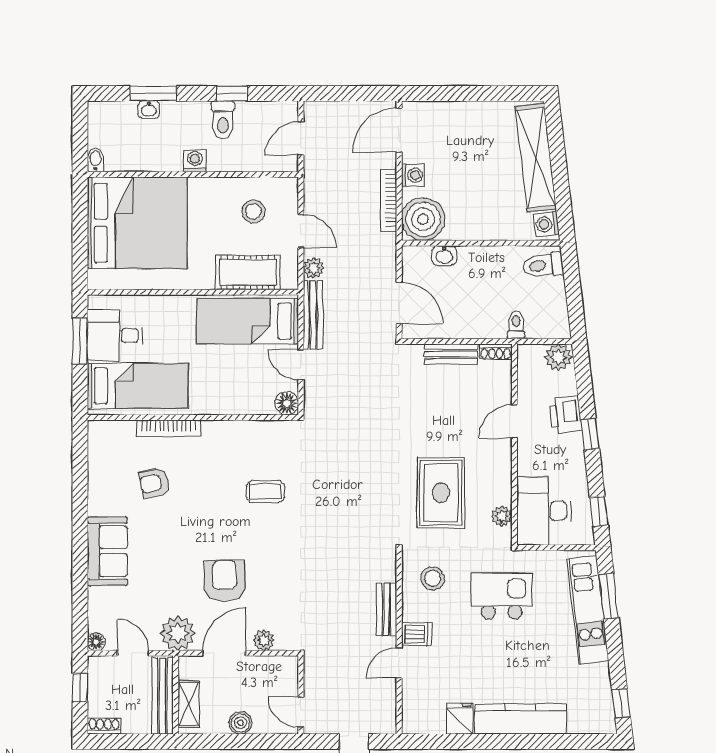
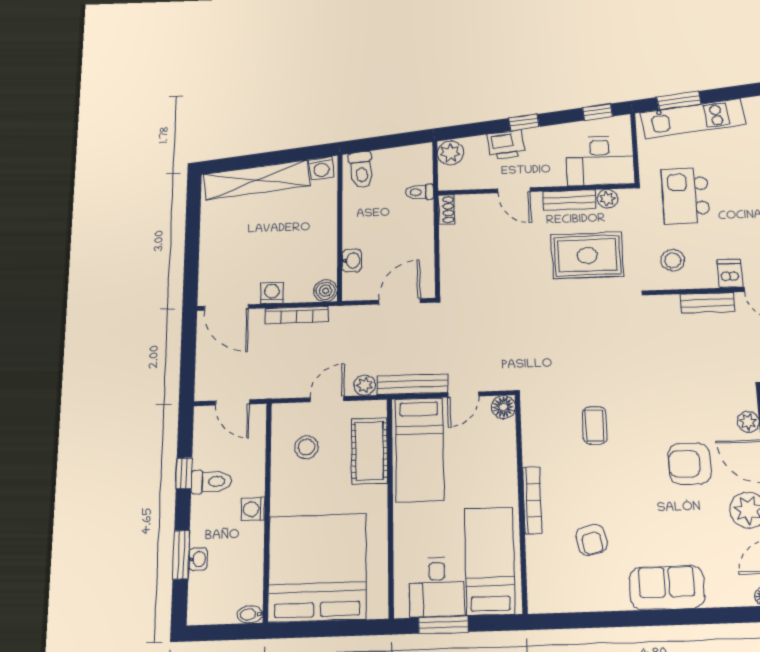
boiler: (423, 219) -> (326, 291), width x0.54, depth x0.54
bench: (451, 354) -> (569, 200), moved, turned 90
bookcase: (169, 428) -> (532, 500), moved

